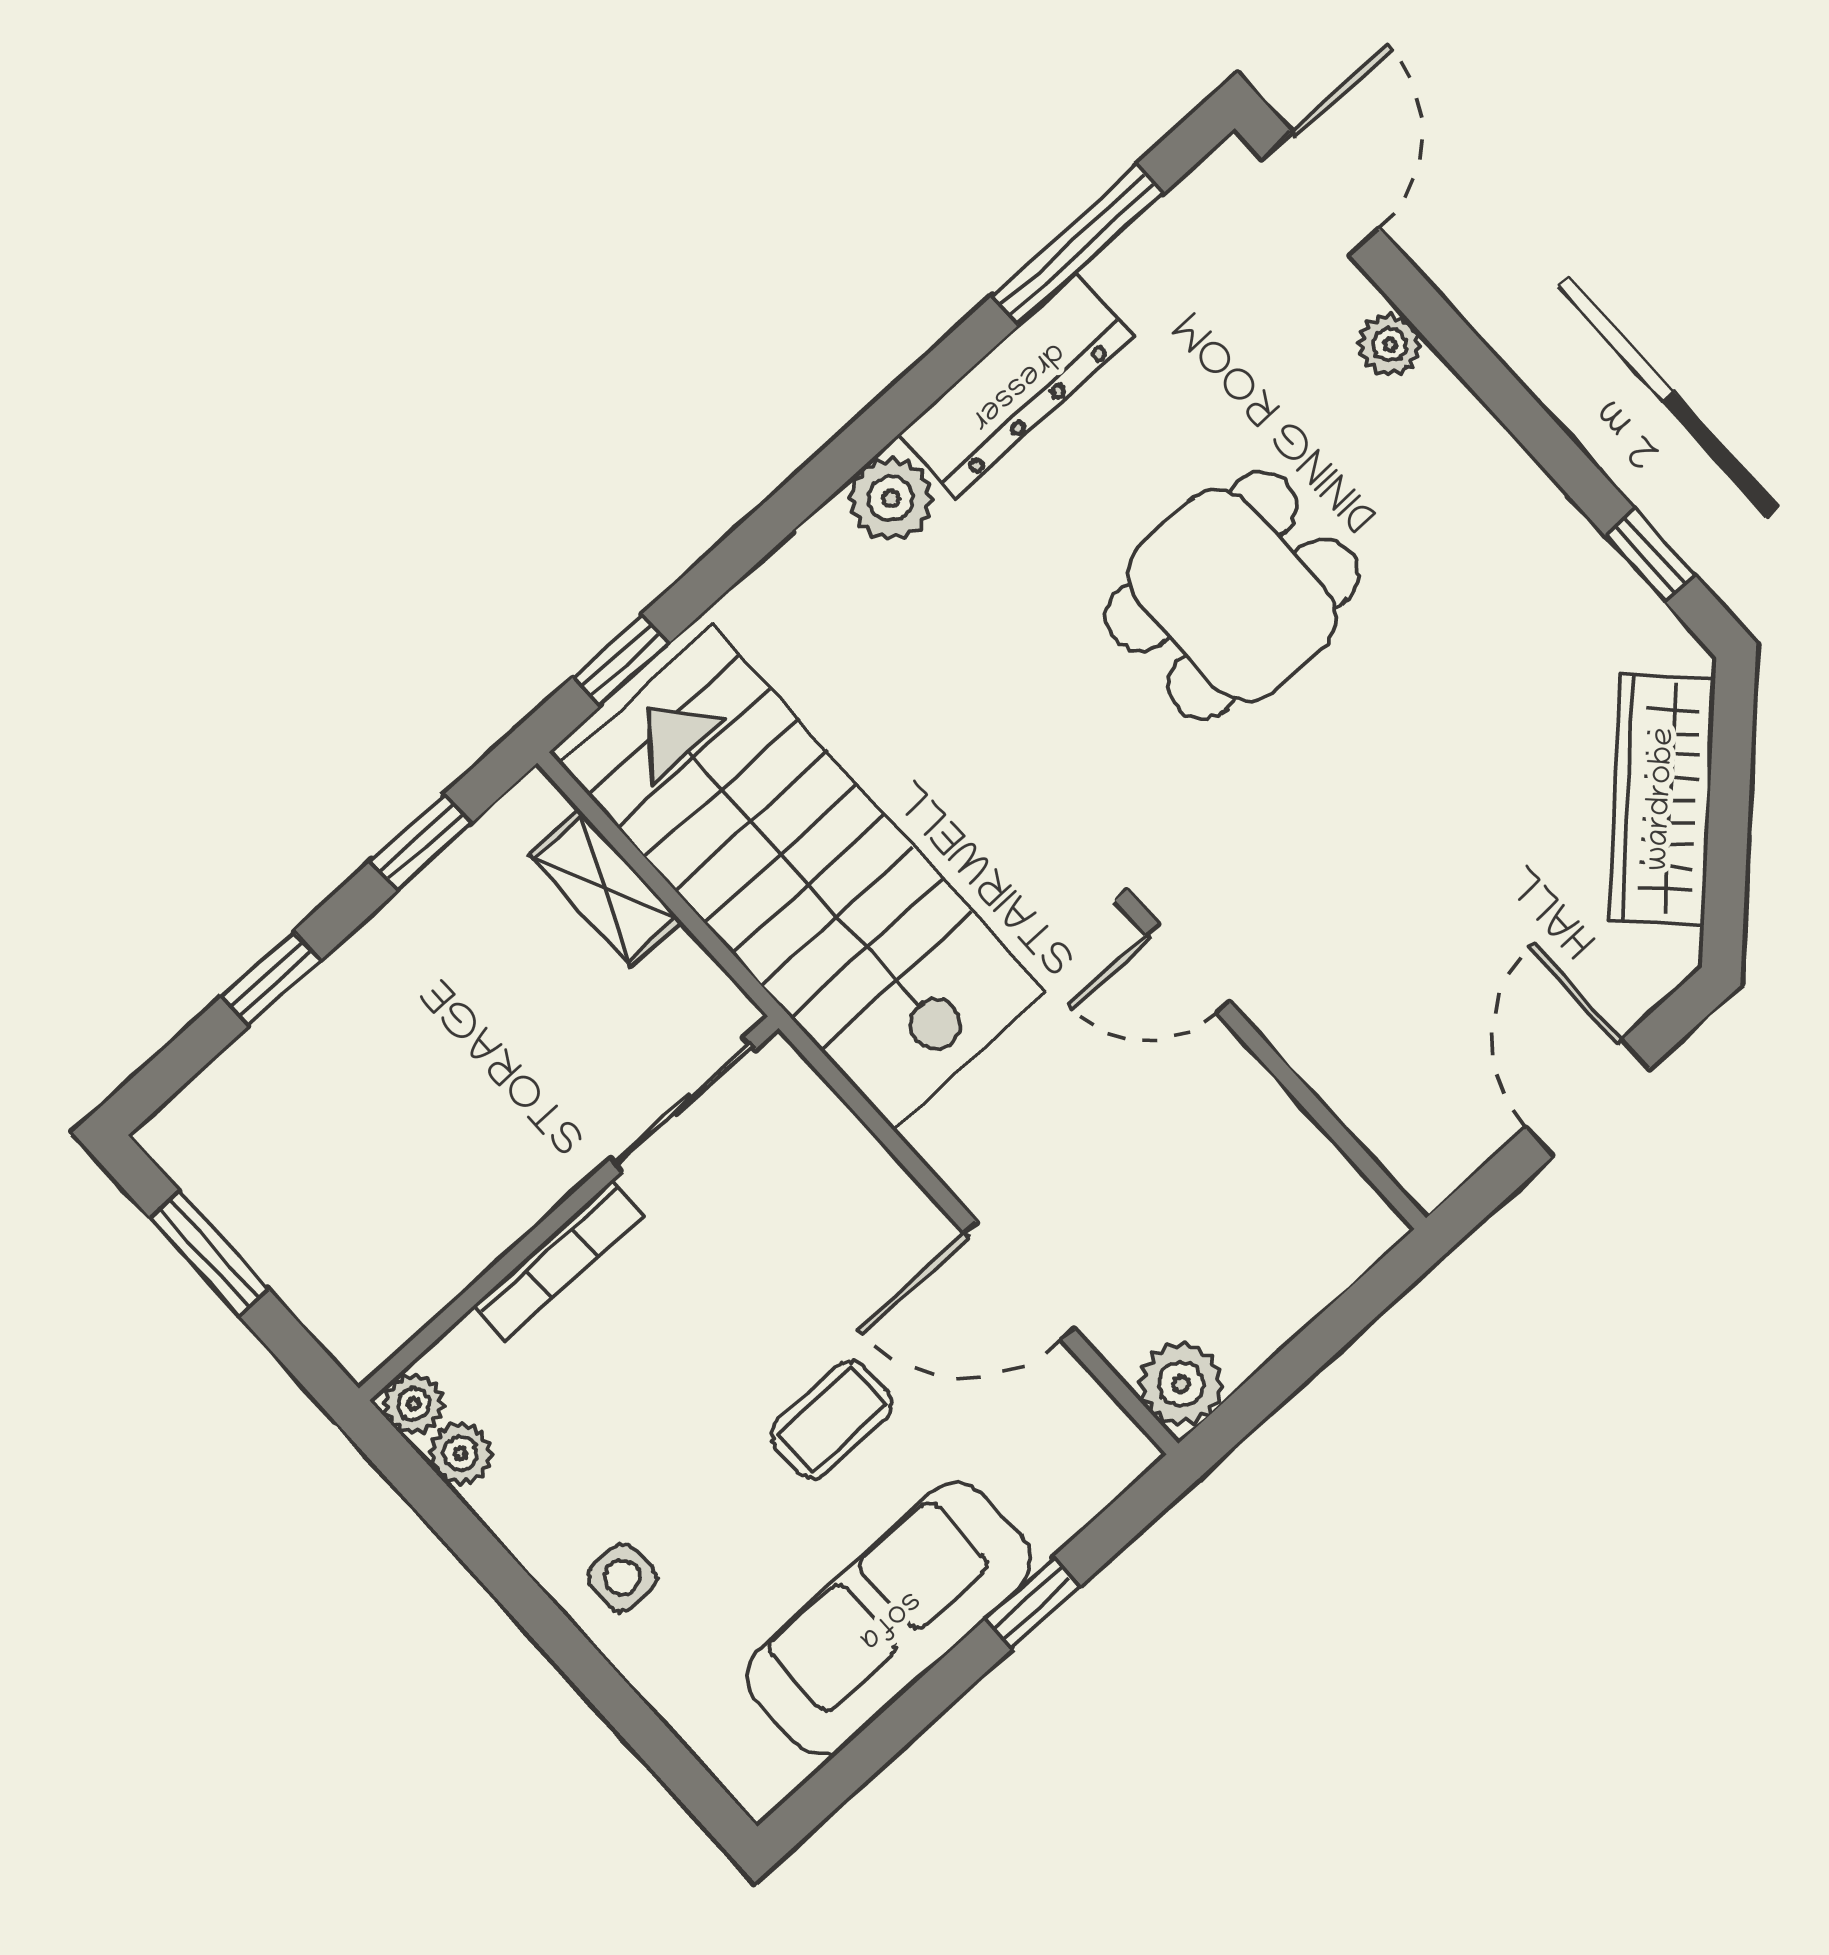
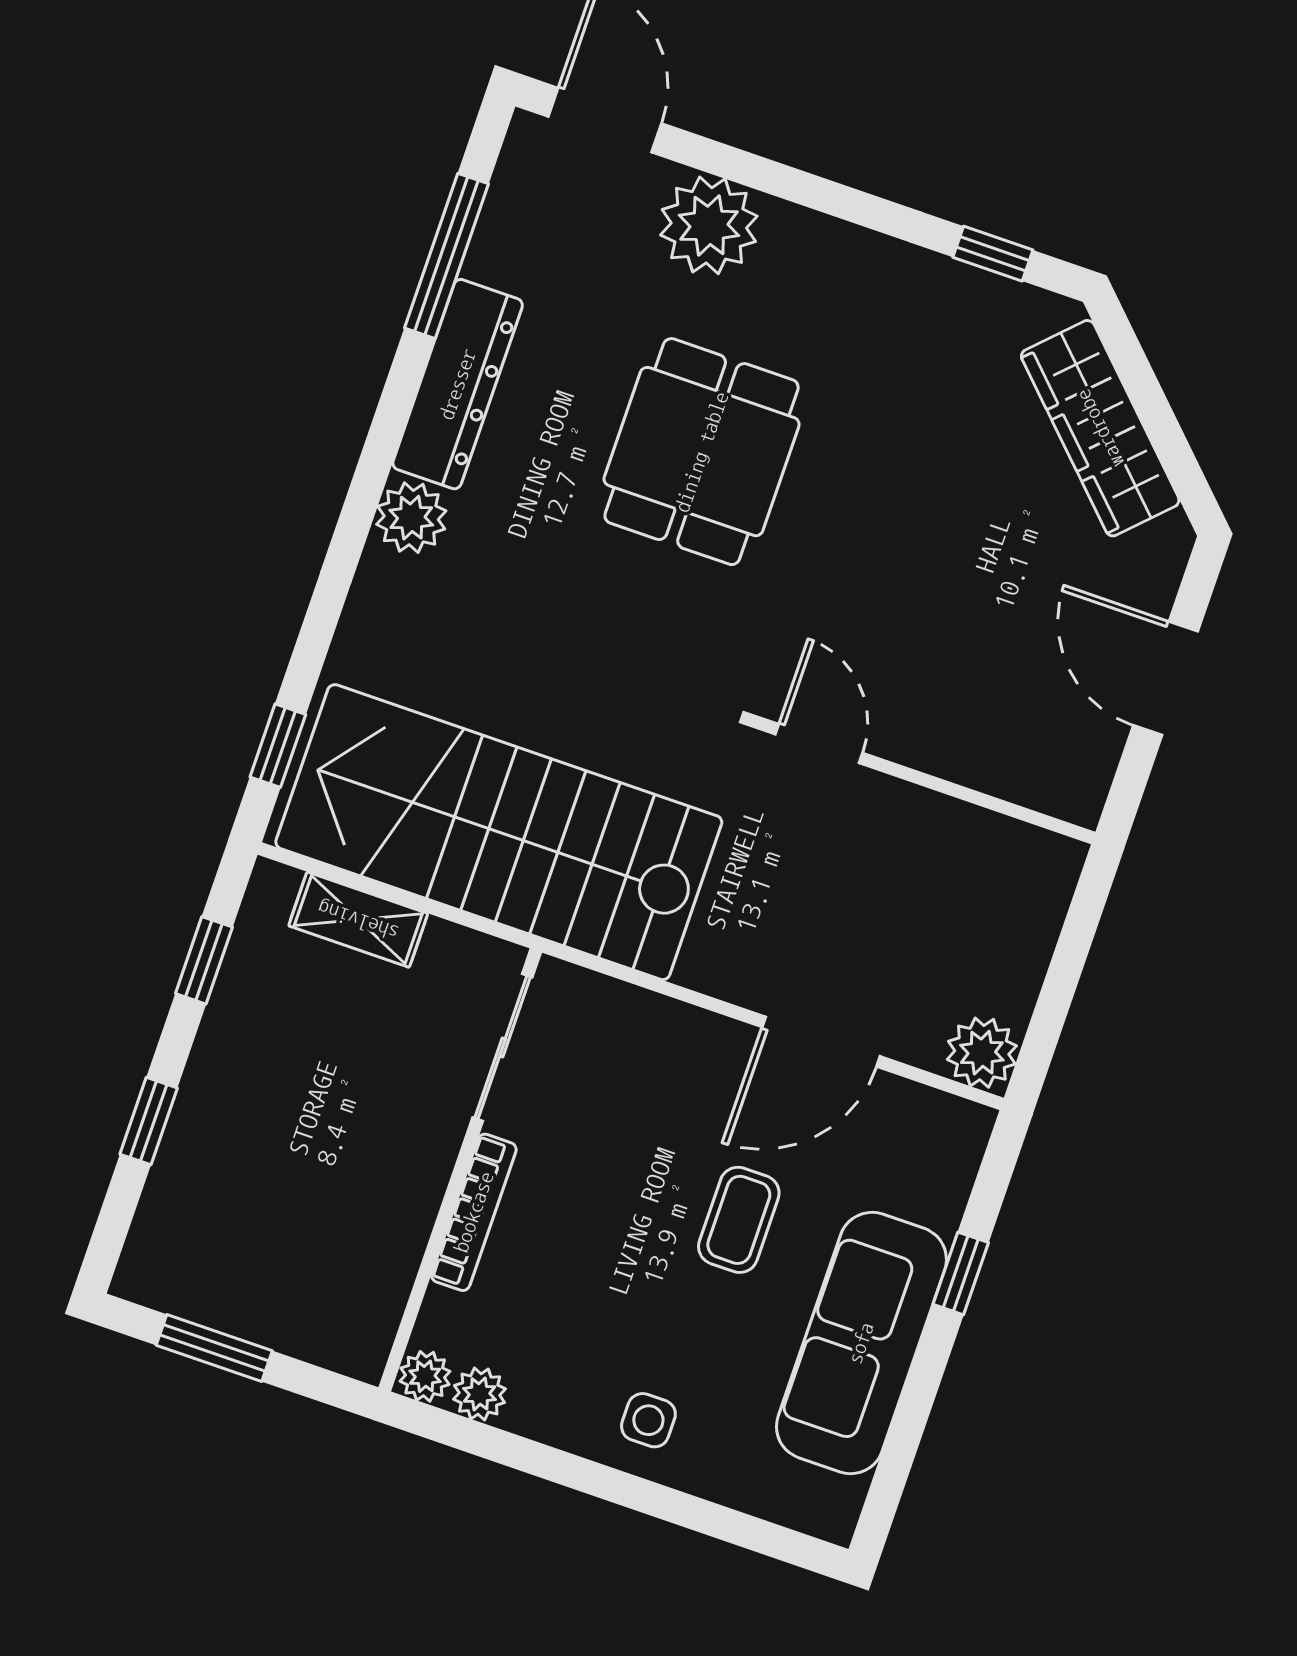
plant: (1390, 345) -> (709, 225), width x1.88, depth x1.88
door: (1188, 968) -> (819, 744), swing flipped

